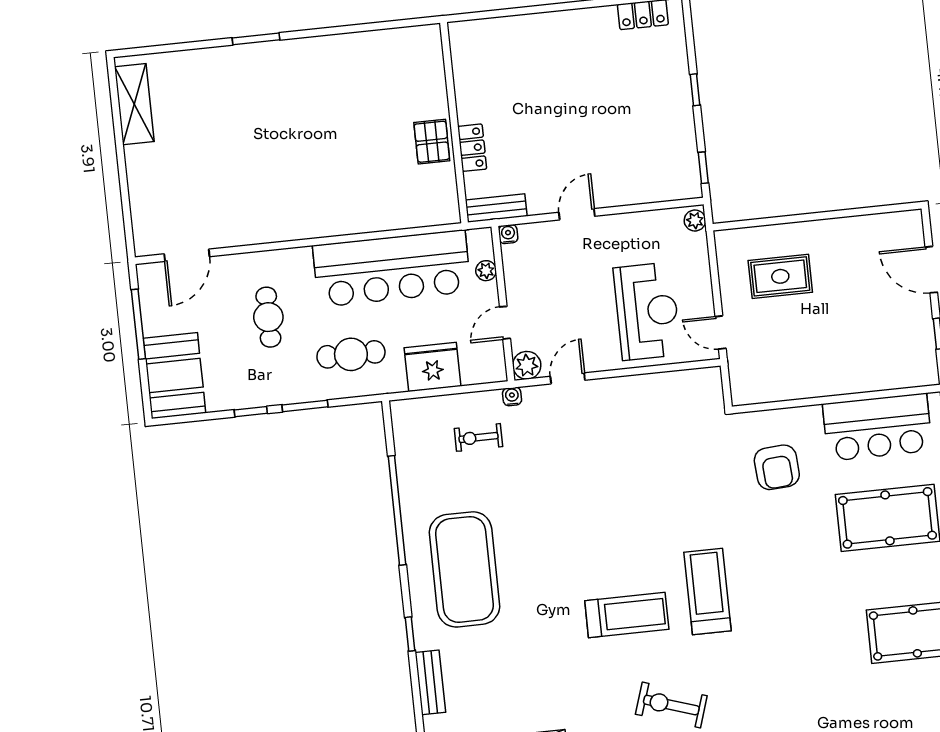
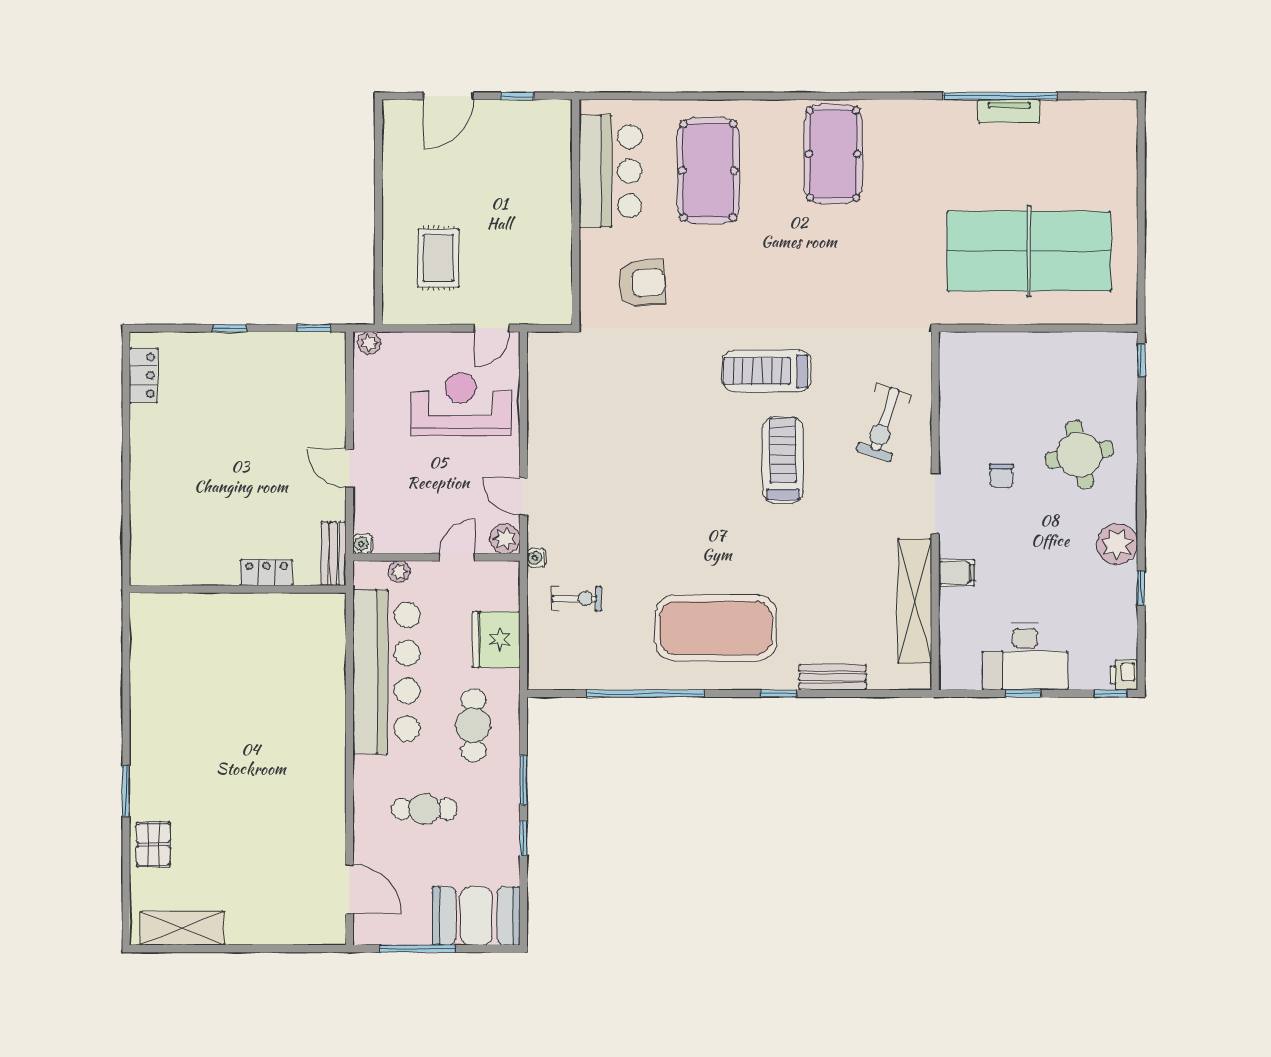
pallet: (432, 142) -> (153, 844), moved, turned 90
door: (505, 323) -> (457, 557), swing flipped
exercise bike: (478, 437) -> (577, 598), turned -90

